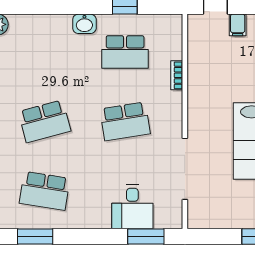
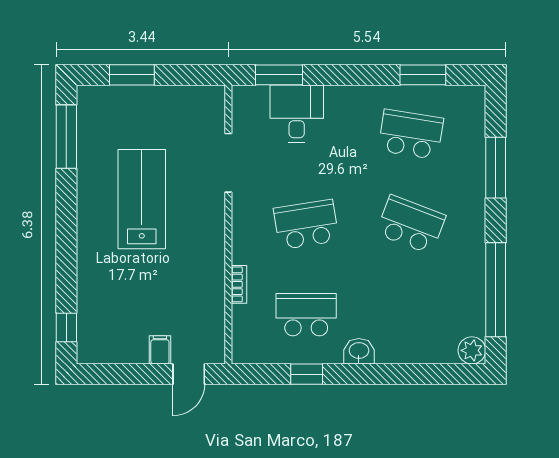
school desk: (45, 121) -> (411, 225), turned 36
doorway: (185, 169) -> (228, 163), width x0.73

